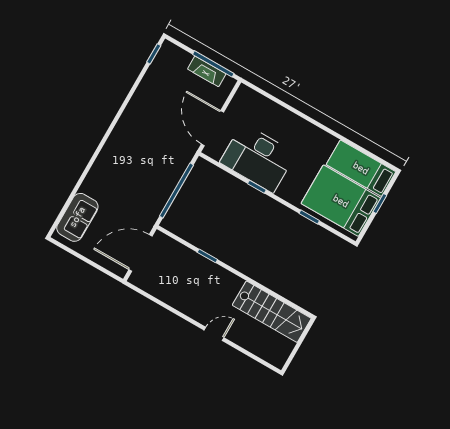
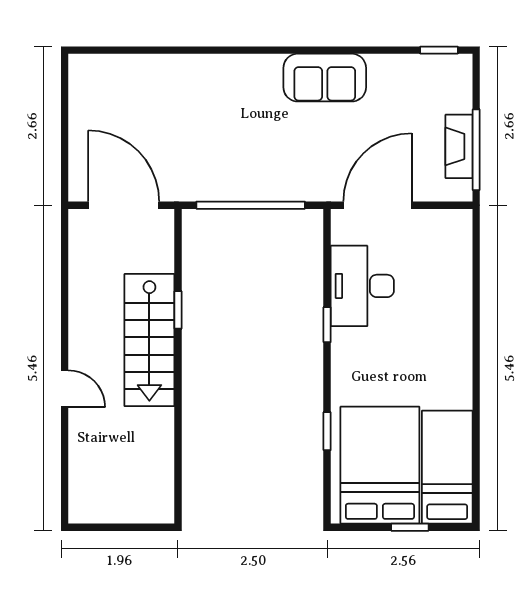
desk: (258, 158) -> (362, 286), width x0.73, depth x0.77
sofa: (77, 217) -> (325, 78), moved
stairs: (272, 312) -> (149, 340), moved

